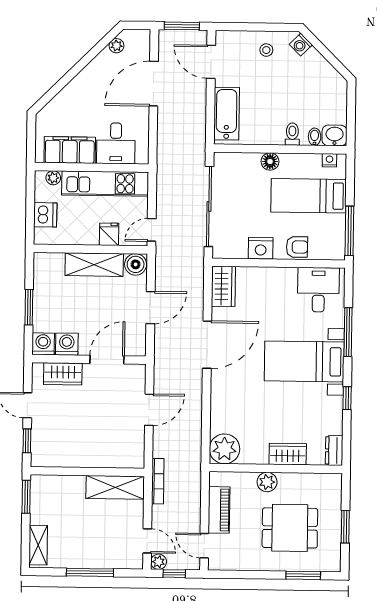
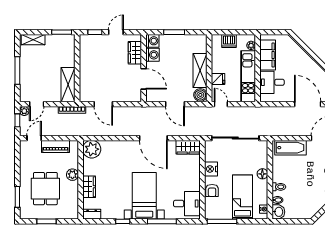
door: (149, 410) -> (103, 104), moved

